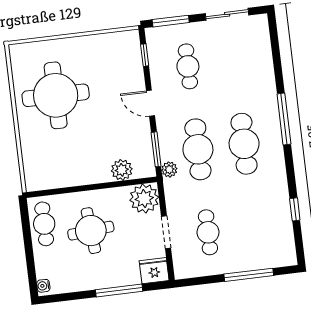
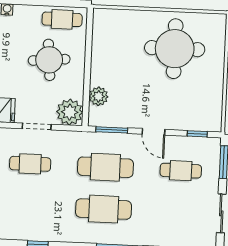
door: (150, 103) -> (154, 132), swing flipped
plant: (169, 169) -> (92, 139), removed

